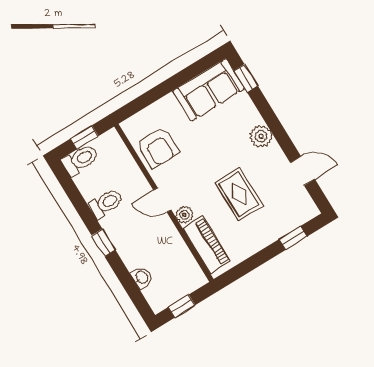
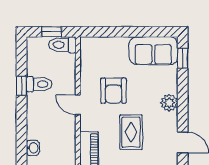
armchair: (158, 147) -> (114, 91), moved
toilet: (80, 160) -> (62, 45), moved, turned 180
plant: (184, 215) -> (86, 124), removed
window: (104, 243) -> (22, 86), moved

